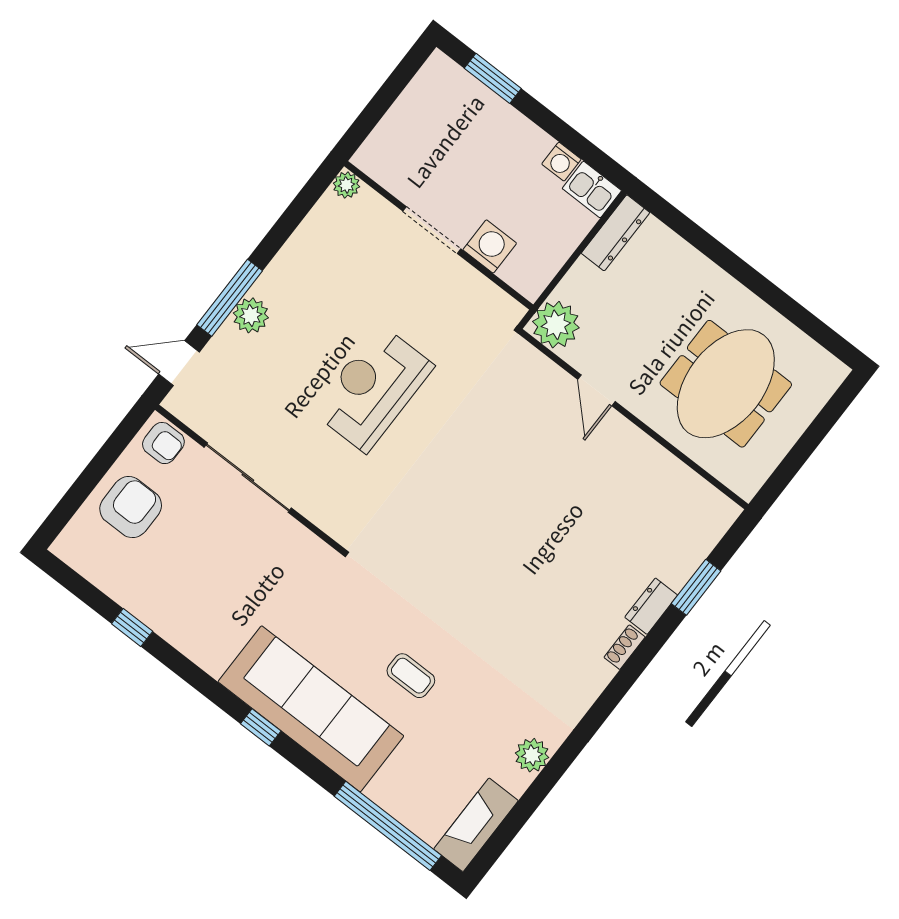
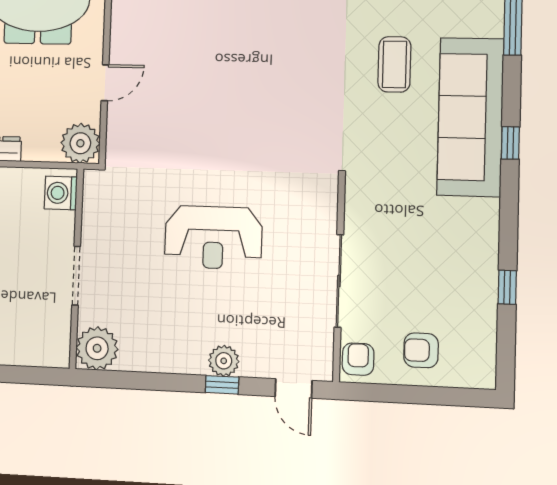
plant: (346, 185) -> (97, 348), width x1.88, depth x1.88
washing machine: (490, 246) -> (61, 193), moved
window: (230, 298) -> (222, 385), width x0.46
armchair: (131, 507) -> (421, 350), width x0.72, depth x0.72
coffee table: (411, 676) -> (394, 64), width x1.36, depth x1.30

